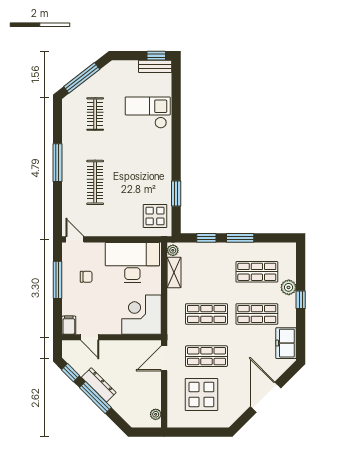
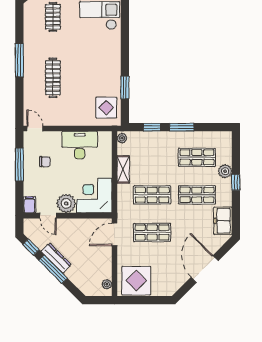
desk: (132, 263) -> (80, 145), width x0.73, depth x0.77
shelving: (174, 272) -> (123, 169), moved
plant: (110, 324) -> (66, 203), added
display table: (201, 394) -> (136, 281), moved

